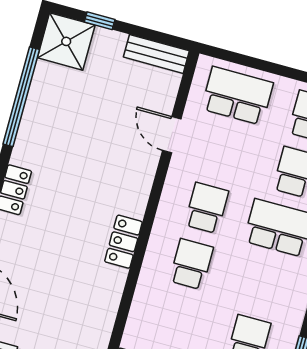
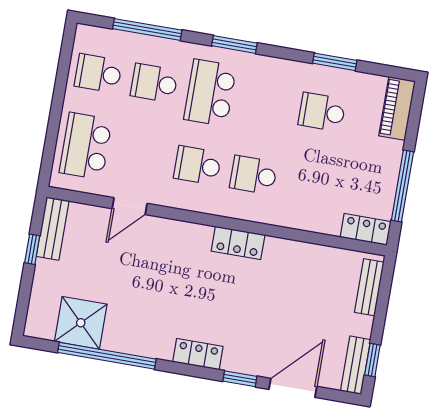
window: (100, 21) -> (32, 249), moved
shower: (66, 41) -> (81, 323), moved

